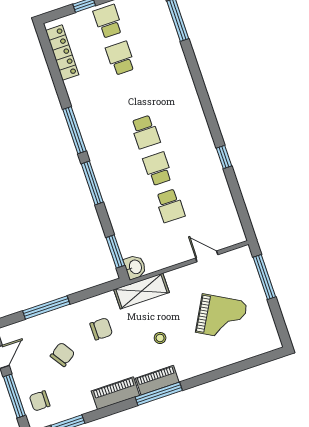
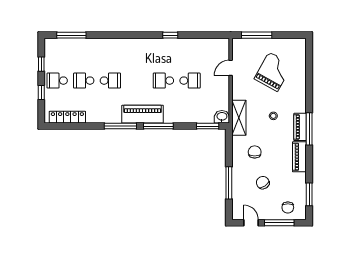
school desk: (145, 132) -> (110, 81), moved
piano: (101, 155) -> (143, 114), added

